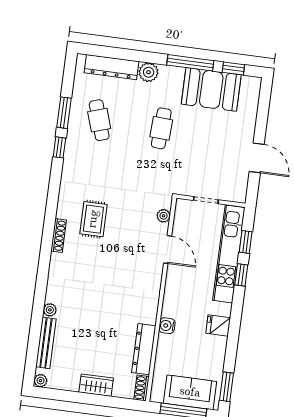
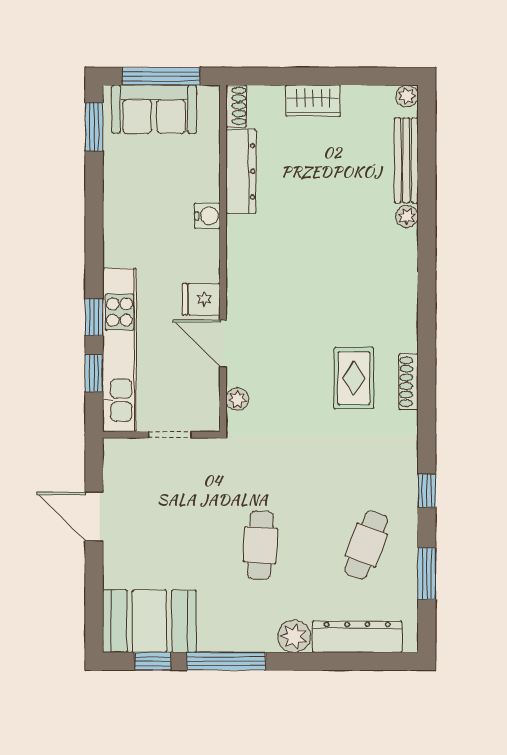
booth: (211, 89) -> (149, 621), moved
window: (64, 113) -> (427, 574), moved
cafe table: (99, 120) -> (366, 545), turned 39
shoe rack: (59, 236) -> (409, 382), moved
fridge: (218, 326) -> (201, 299), moved, turned 180

